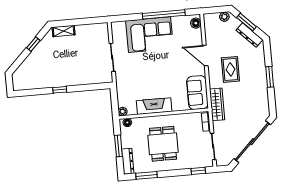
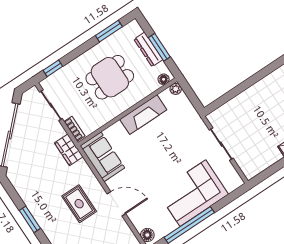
window: (60, 90) -> (261, 75), removed
wardrobe: (217, 104) -> (69, 150), width x0.67
dining table: (163, 144) -> (110, 77), turned 90
dresser: (128, 161) -> (148, 49), moved

